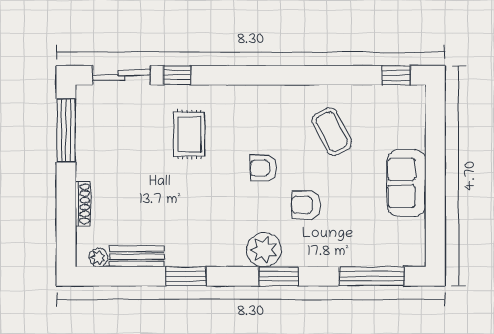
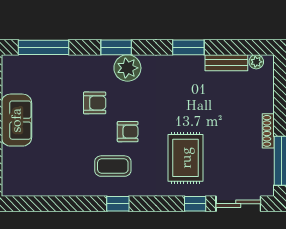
window: (396, 75) -> (118, 204), moved
coffee table: (332, 132) -> (113, 166), moved, turned -63
rug: (189, 134) -> (186, 158), width x1.36, depth x1.43
shoe rack: (83, 204) -> (268, 131), moved

